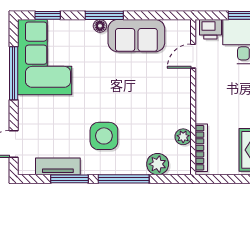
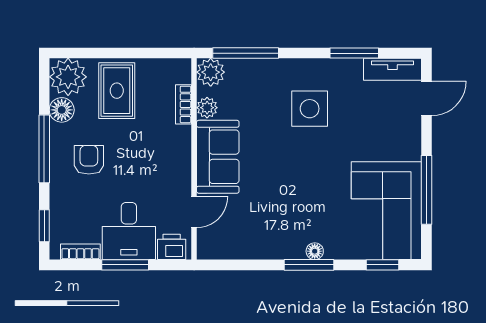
sofa: (136, 36) -> (218, 157), moved, turned 90
bookcase: (201, 148) -> (184, 104), width x0.64
plant: (158, 164) -> (211, 72), moved
tv unit: (58, 166) -> (393, 69), moved
window: (124, 179) -> (246, 53), moved

